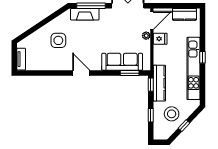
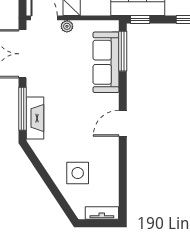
side table: (58, 40) -> (78, 173), moved
window: (130, 73) -> (123, 51), width x1.44

